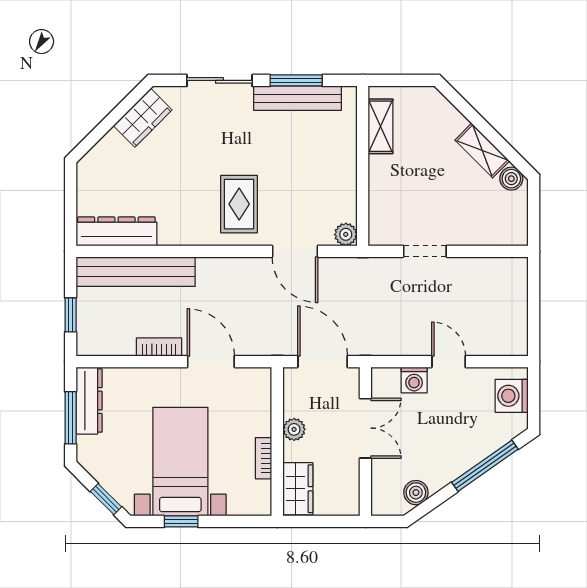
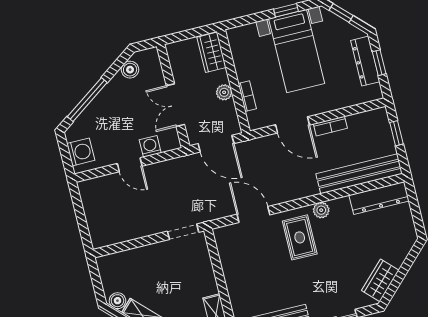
plant: (346, 234) -> (321, 210), moved
doorway: (425, 251) -> (183, 232), moved
dresser: (89, 401) -> (365, 61), moved
window: (71, 418) -> (379, 63), width x0.67
bookcase: (264, 458) -> (247, 96), moved

